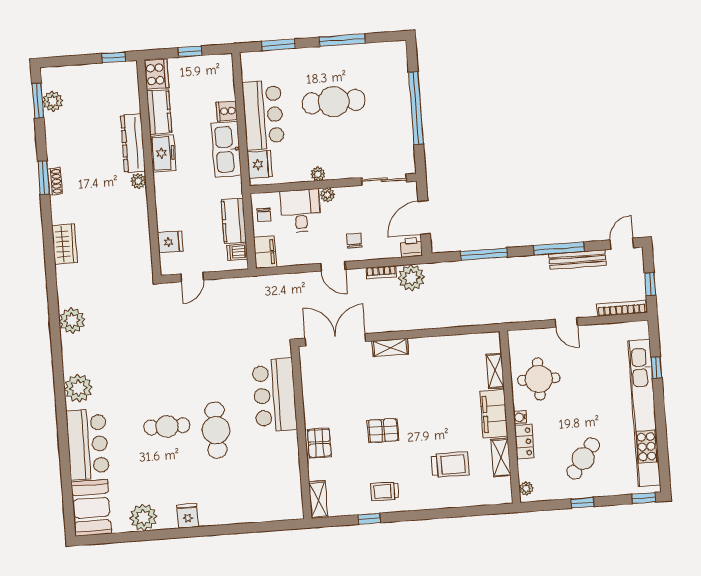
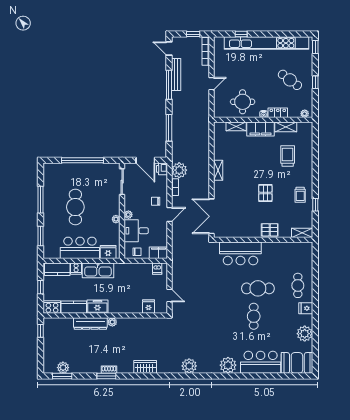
kitchen counter: (234, 221) -> (57, 269), moved
shelving: (390, 347) -> (218, 170), moved
cafe table: (226, 499) -> (298, 285), added

